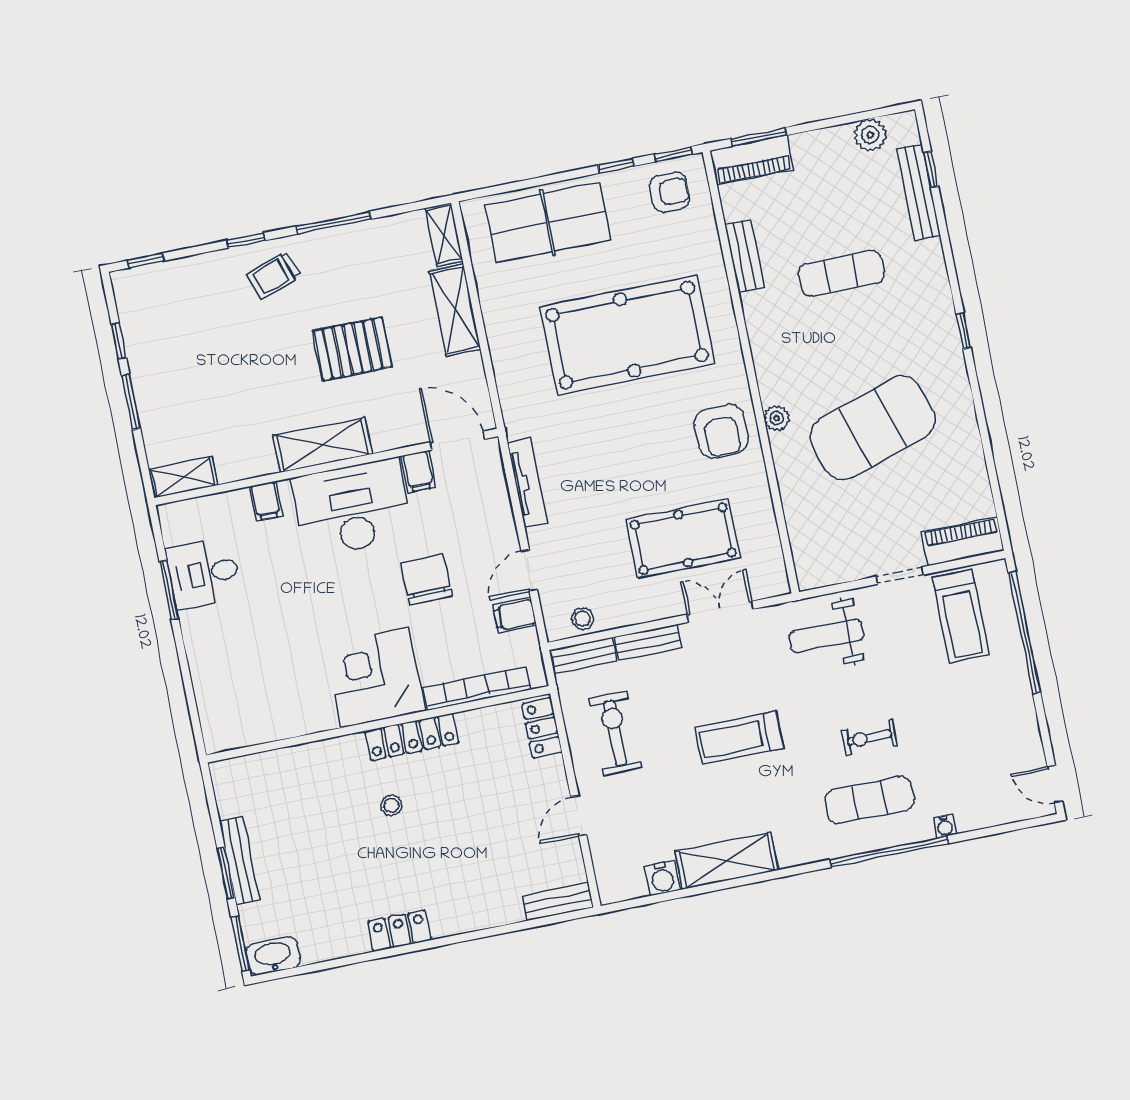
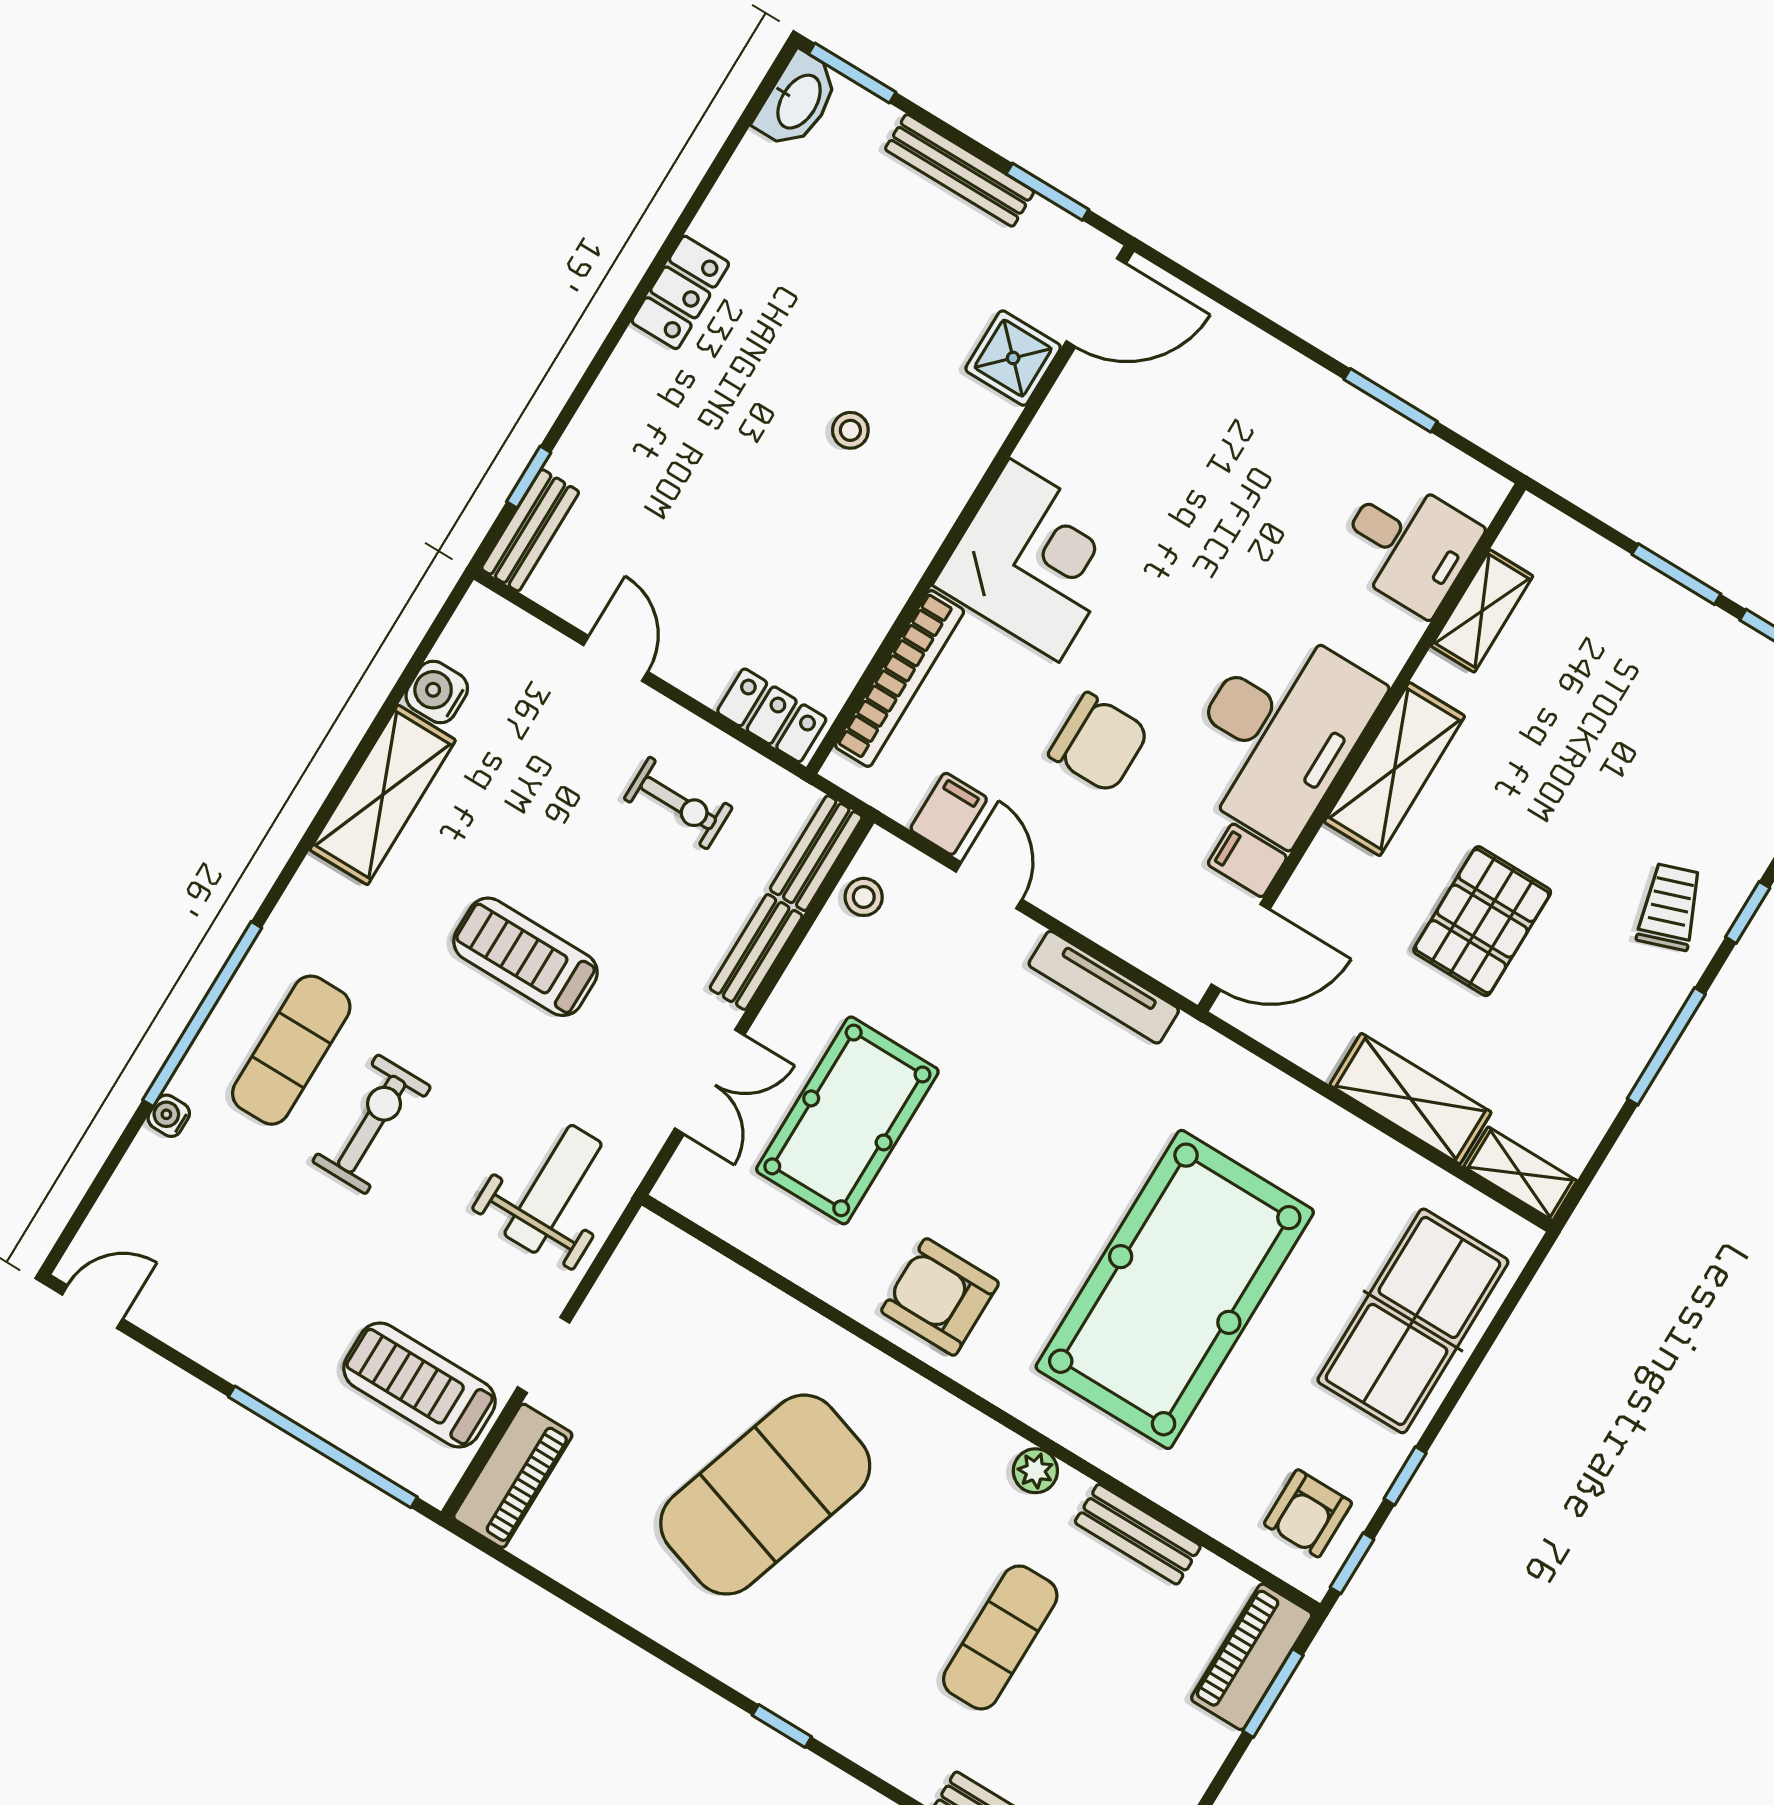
plant: (777, 418) -> (1035, 1471), moved
exercise mat: (872, 428) -> (765, 1495), turned 36
shelving: (183, 477) -> (1482, 611), moved
filing cabinet: (266, 501) -> (1389, 630), removed
desk: (204, 574) -> (1408, 545), moved, turned 90
exercise bike: (615, 733) -> (678, 803), width x0.73, depth x0.72
locker: (412, 737) -> (914, 538), removed
treadmill: (739, 738) -> (525, 957), turned -90
exercise bike: (870, 738) -> (372, 1124), width x1.38, depth x1.39
door: (242, 752) -> (1096, 303), added
shower: (298, 765) -> (1013, 358), added
window: (226, 873) -> (1047, 192), moved
window: (536, 923) -> (529, 477), added

